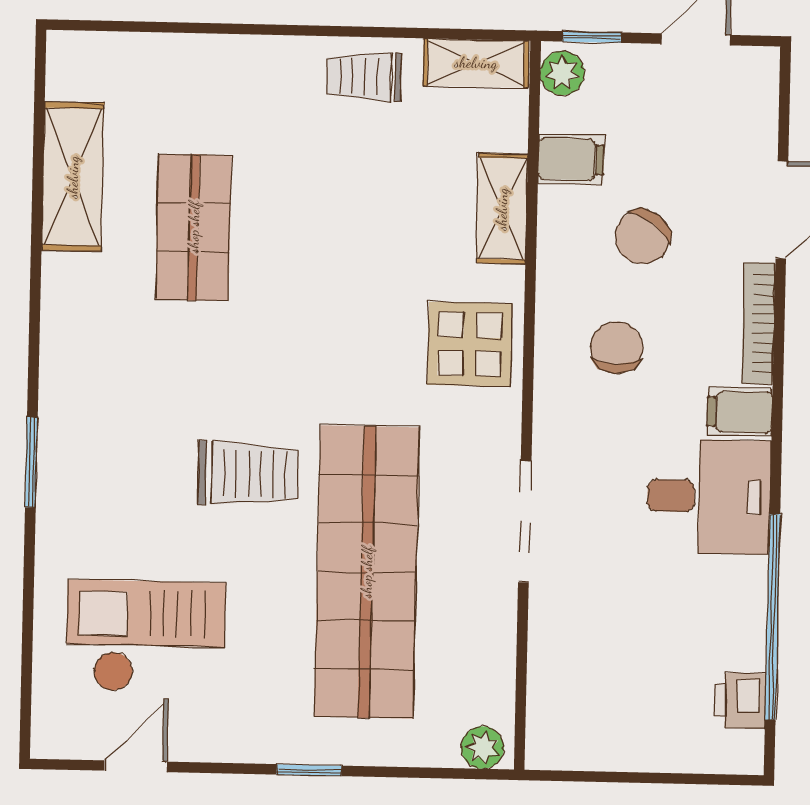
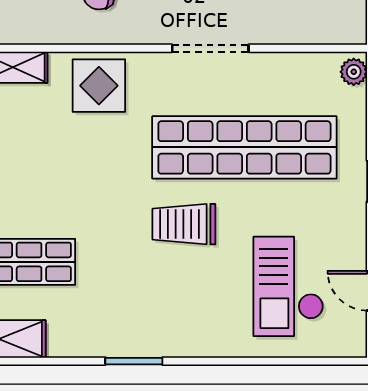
window: (31, 462) -> (134, 361), moved
trolley: (248, 474) -> (184, 224), turned -90

